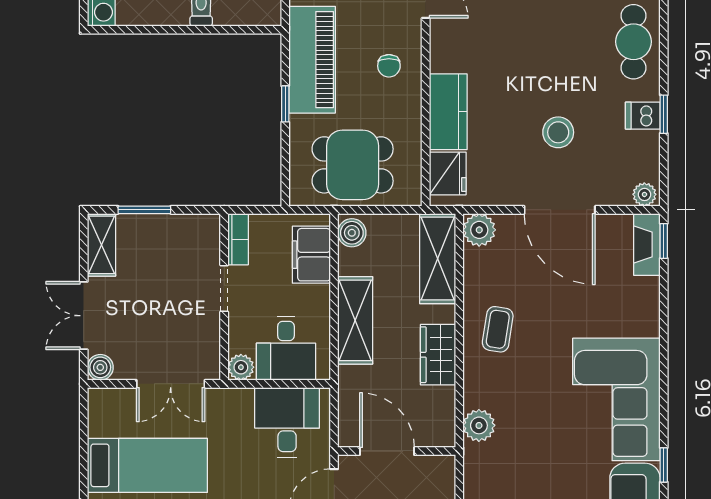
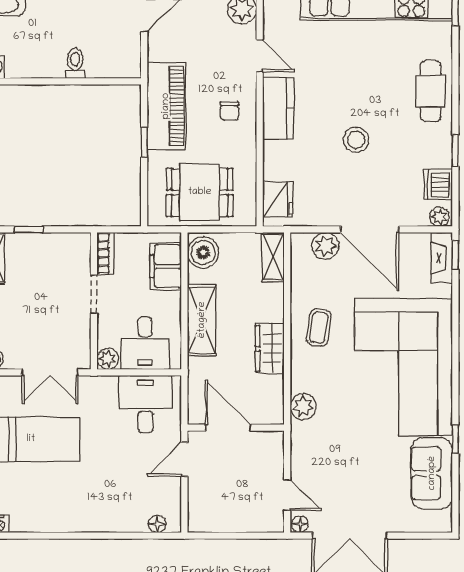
kitchen counter: (448, 112) -> (278, 108), moved
dishwasher: (643, 116) -> (438, 185), moved, width x1.38
stool: (558, 132) -> (356, 140), moved
window: (144, 210) -> (28, 229), width x0.67
plant: (479, 230) -> (325, 246), moved
boiler: (352, 233) -> (203, 252), width x1.36, depth x1.36
shelving: (438, 259) -> (273, 257), width x0.67, depth x0.75
corner sofa: (616, 399) -> (403, 367), width x1.36, depth x1.36

